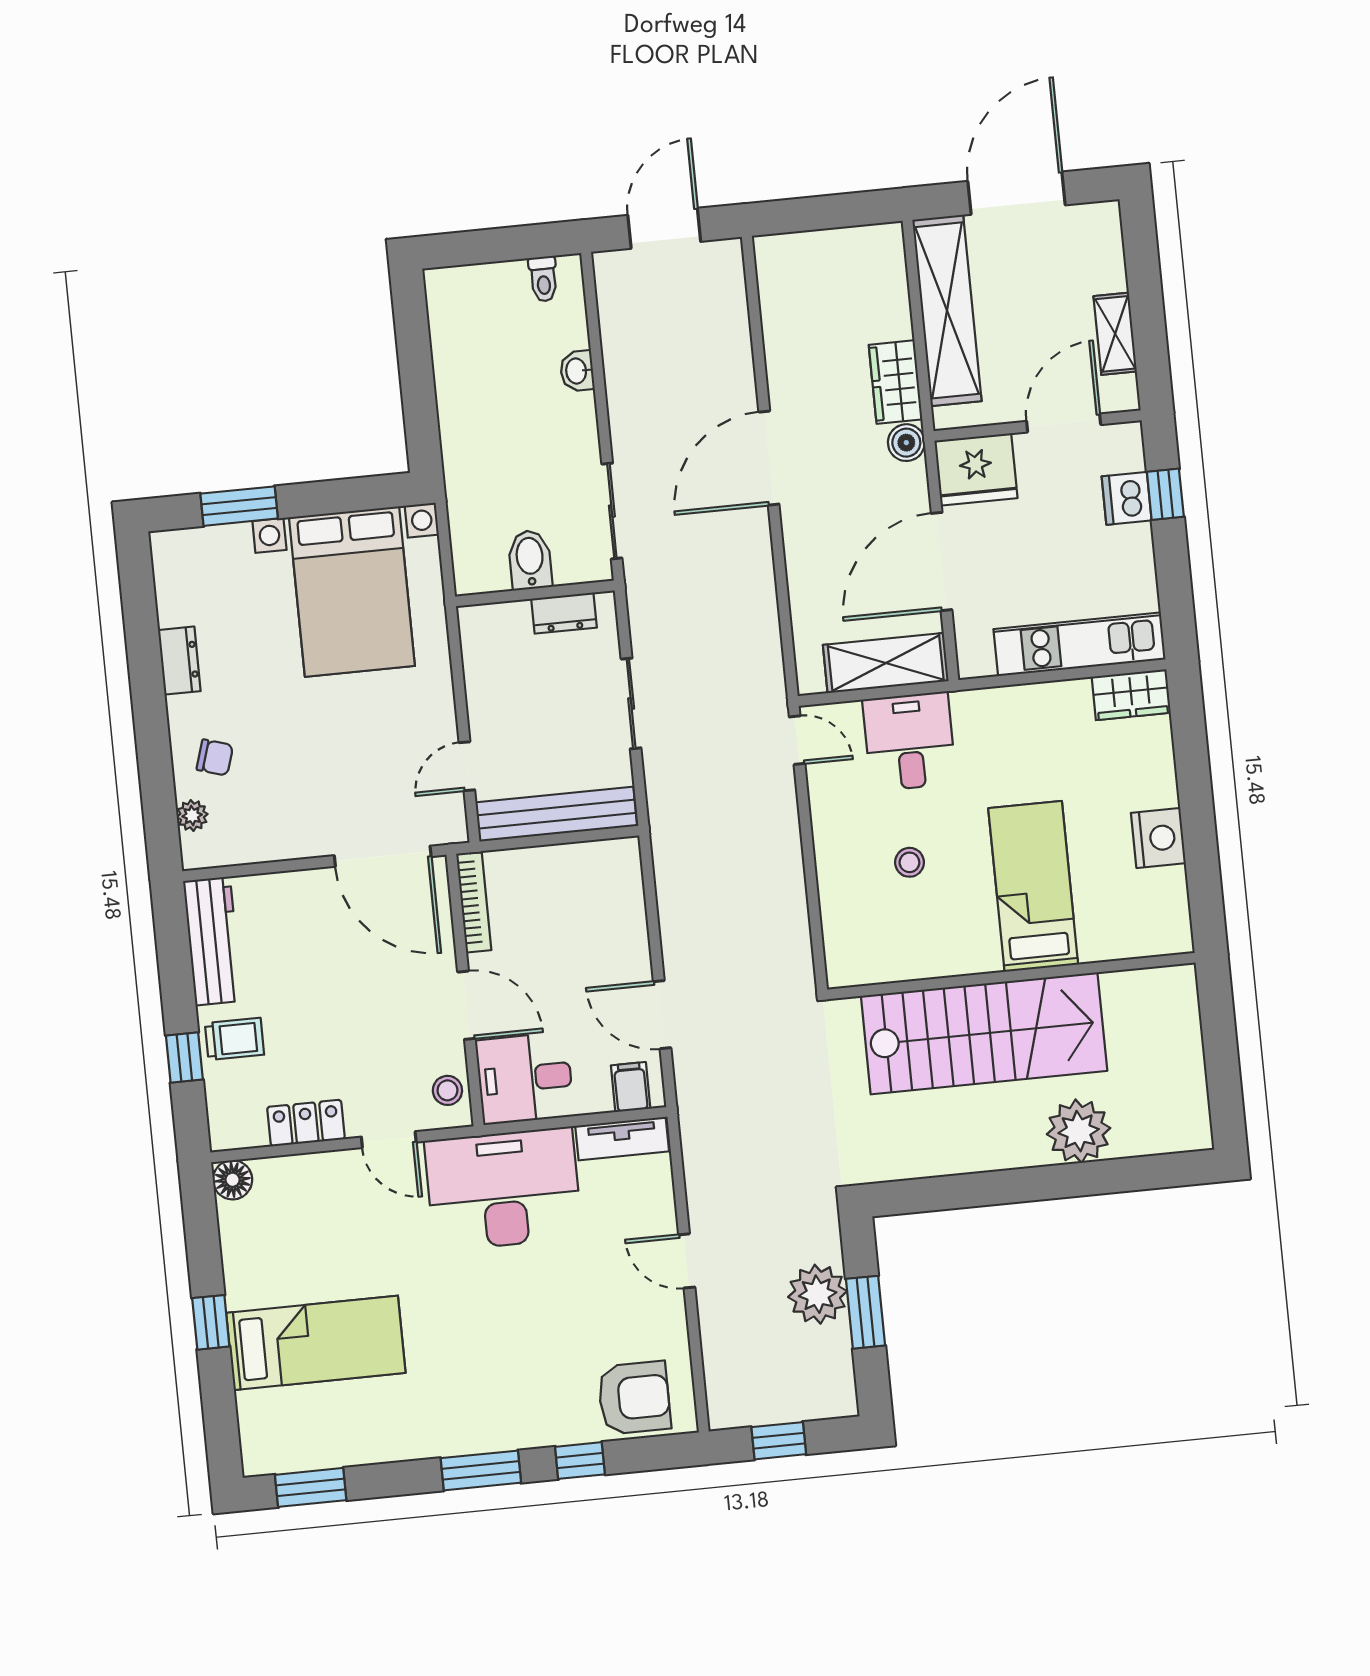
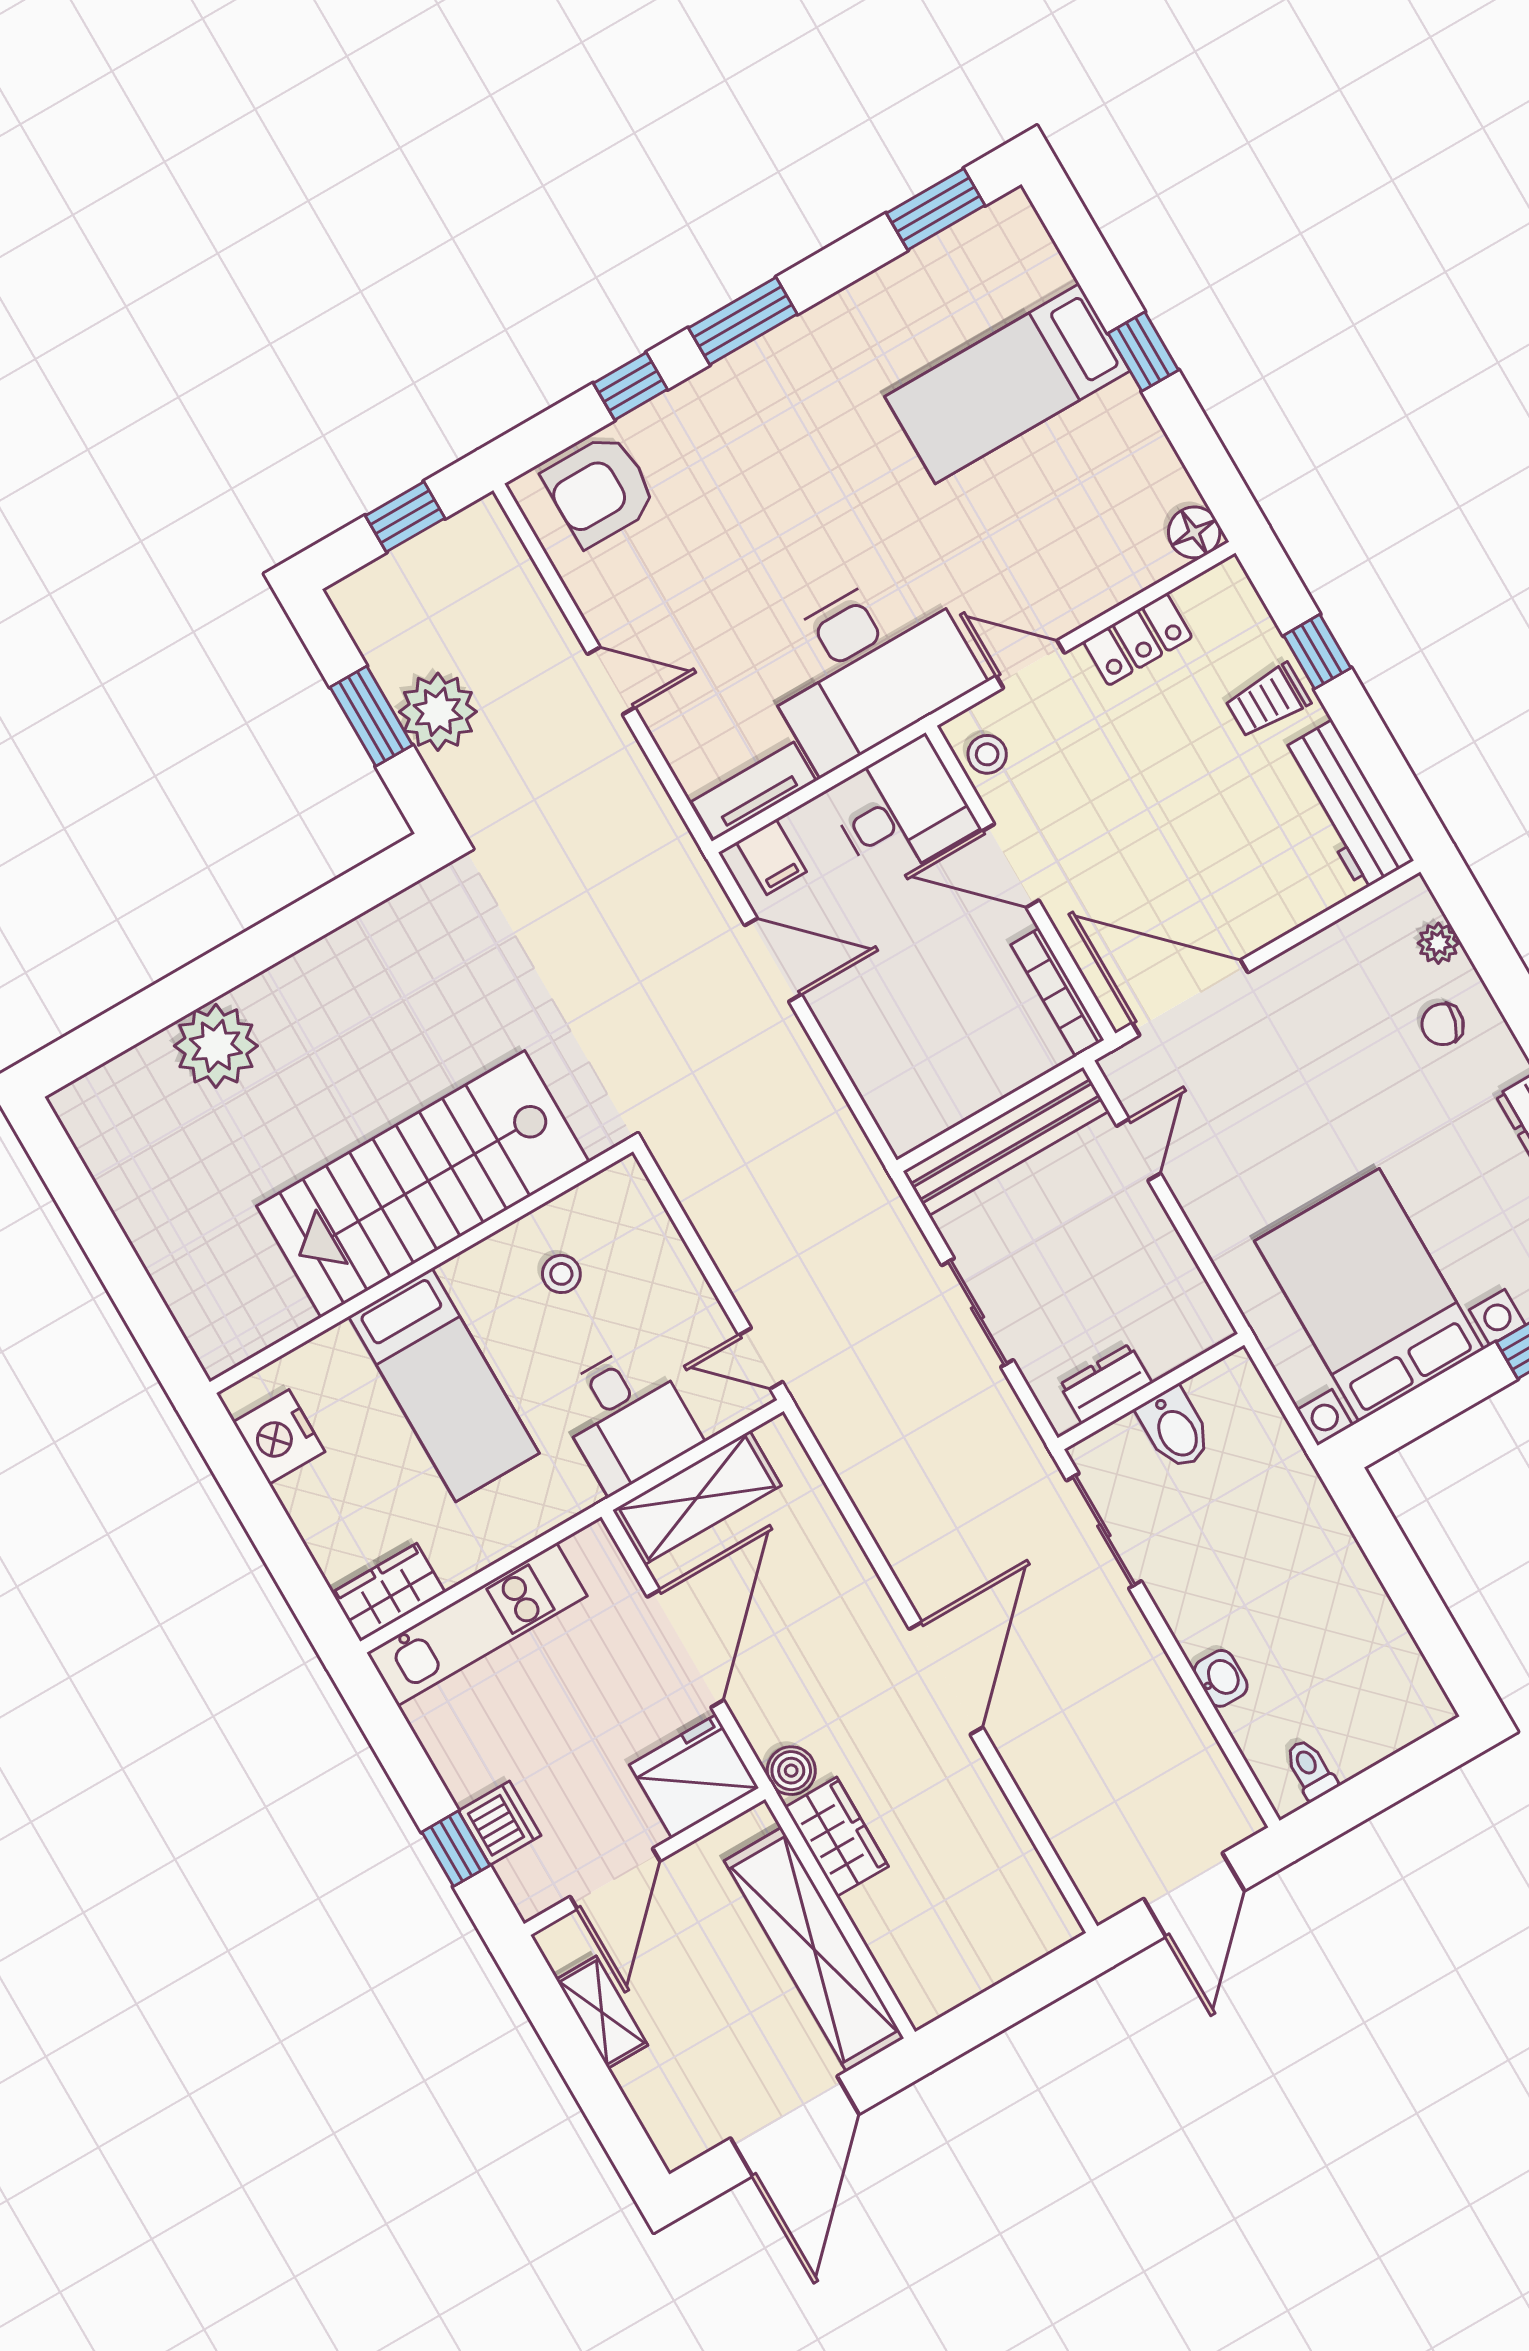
bed: (1033, 886) -> (444, 1385), moved
wall: (1011, 976) -> (421, 1267), moved
stairs: (984, 1033) -> (423, 1184), moved

